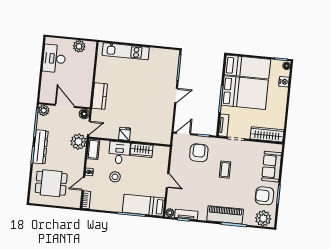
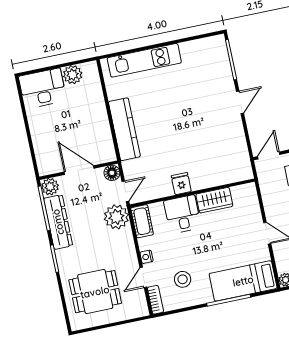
desk: (54, 59) -> (43, 88), moved, turned 90
kitchen counter: (100, 96) -> (124, 129), width x1.50
dresser: (41, 147) -> (58, 222), moved
stool: (115, 177) -> (183, 279), moved

